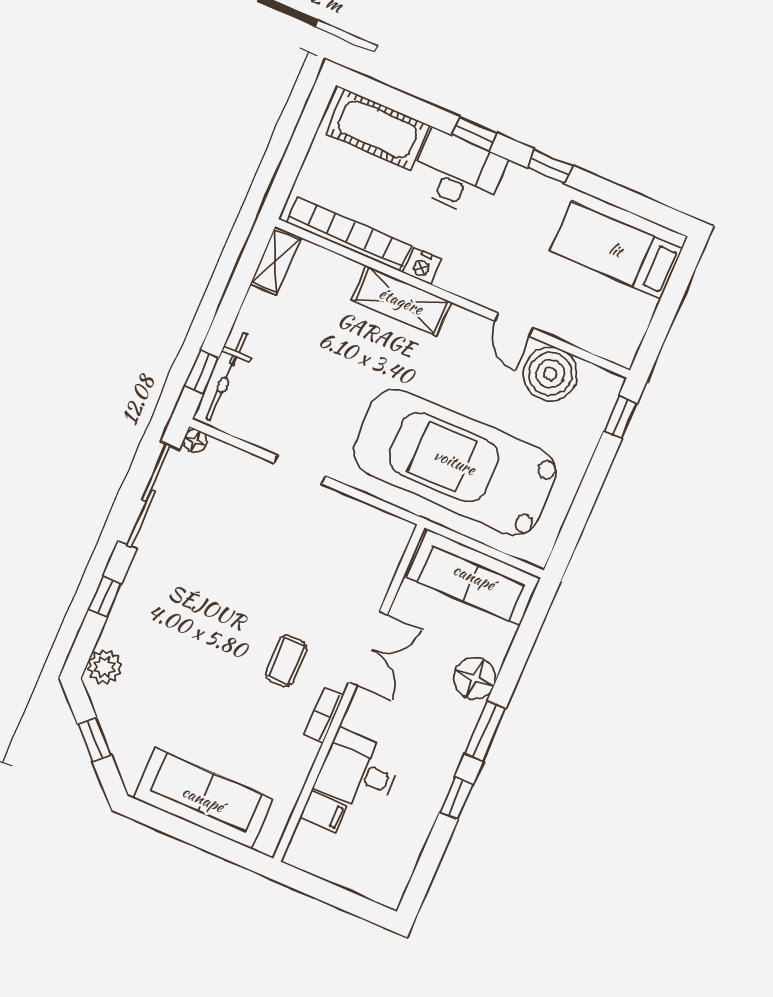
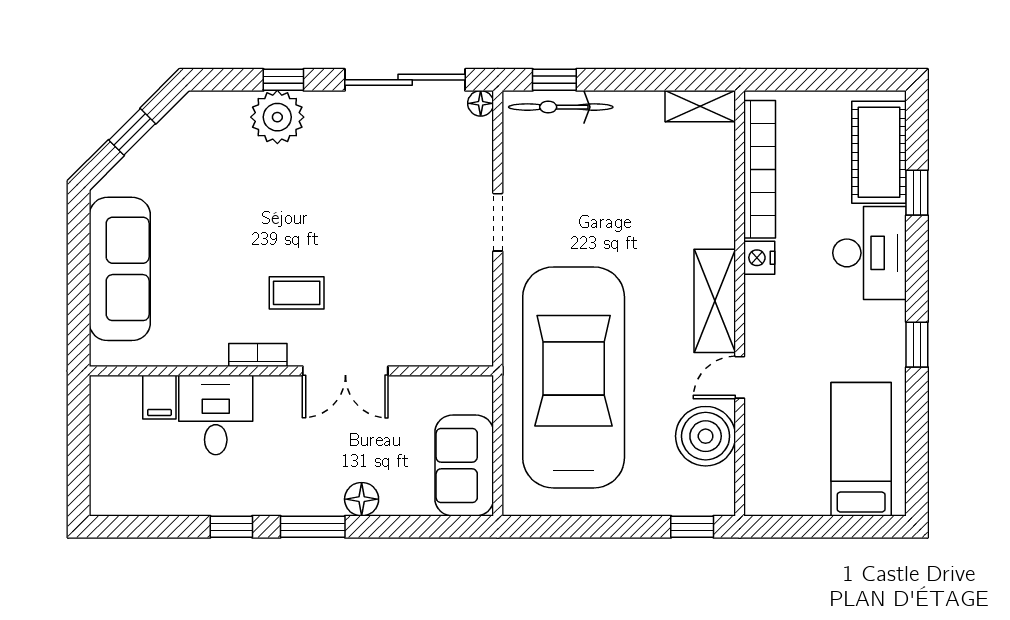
window: (474, 134) -> (917, 193), moved
shelving: (401, 301) -> (715, 301), moved
sofa: (474, 577) -> (464, 466), width x0.73
plant: (104, 667) -> (277, 117), moved, width x1.36, depth x1.36
floor lamp: (475, 678) -> (362, 499), width x0.73, depth x0.73

